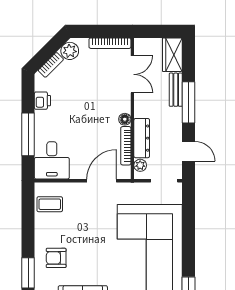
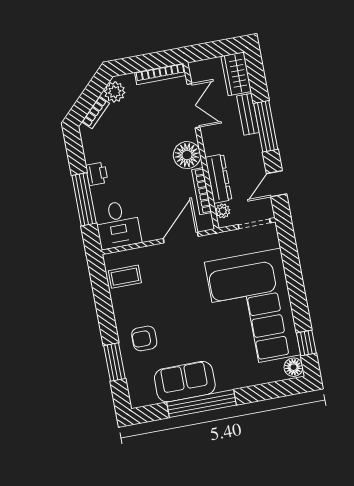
printer: (42, 101) -> (97, 174), moved
floor lamp: (125, 119) -> (187, 155), width x1.89, depth x1.89
door: (189, 151) -> (277, 184), swing flipped

